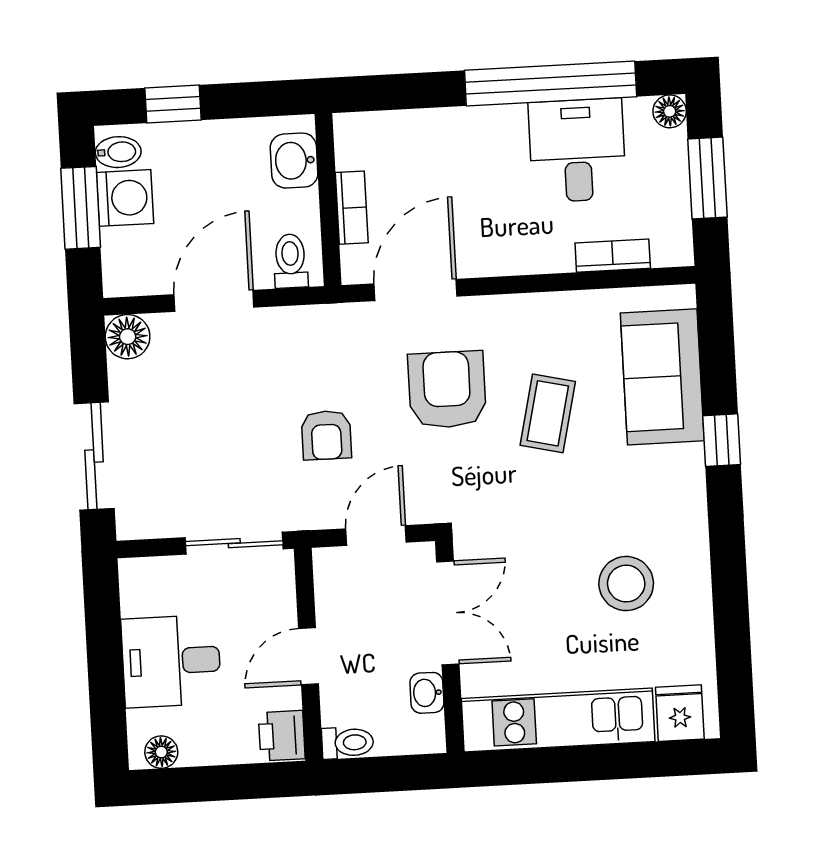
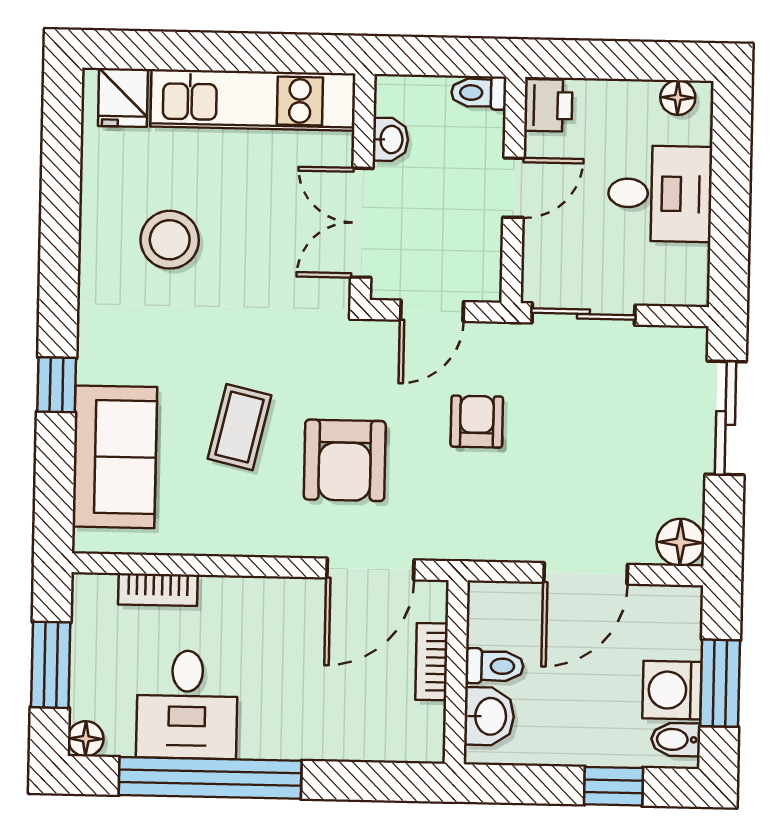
toilet: (290, 261) -> (494, 666), moved, turned -90

